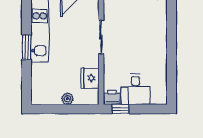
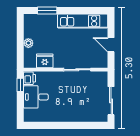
window: (27, 47) -> (47, 11), moved

